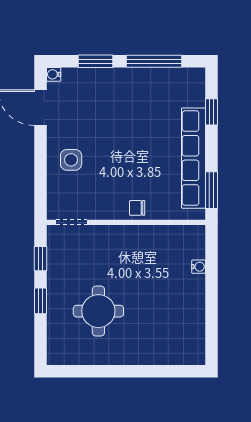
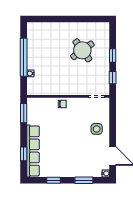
window: (154, 61) -> (54, 180), width x0.46
row of seats: (193, 158) -> (33, 151), moved
window: (211, 298) -> (24, 57), added
round table: (98, 311) -> (82, 50), turned -36

